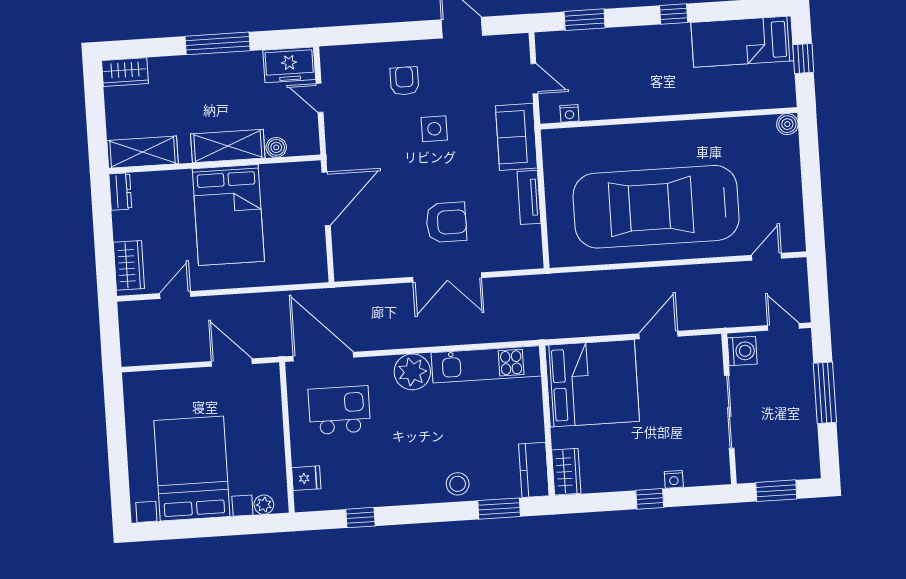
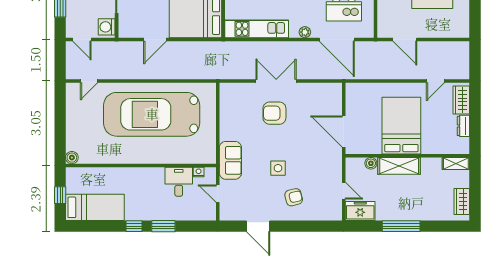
window: (585, 20) -> (163, 226), moved
wardrobe: (125, 72) -> (462, 201), moved, turned -90
armchair: (404, 81) -> (294, 197), turned -104
desk: (602, 95) -> (179, 182), added
shelving: (142, 152) -> (456, 164), width x0.67, depth x0.75
dresser: (120, 191) -> (463, 126), moved
tv unit: (529, 197) -> (225, 125), removed
door: (326, 199) -> (344, 131), hinge flipped
car: (656, 207) -> (152, 114), turned 180
door: (323, 357) -> (337, 39), moved
plant: (412, 372) -> (305, 32), width x0.53, depth x0.53

